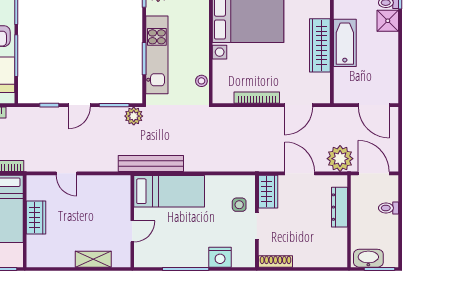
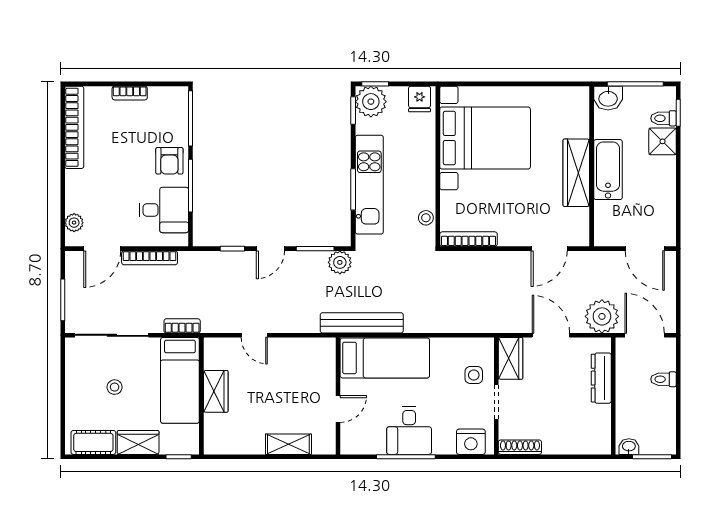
bookcase: (257, 98) -> (469, 239), moved
desk: (188, 248) -> (409, 431), added
nightstand: (220, 257) -> (471, 442), moved
washbasin: (368, 258) -> (629, 447), width x0.52, depth x0.69

